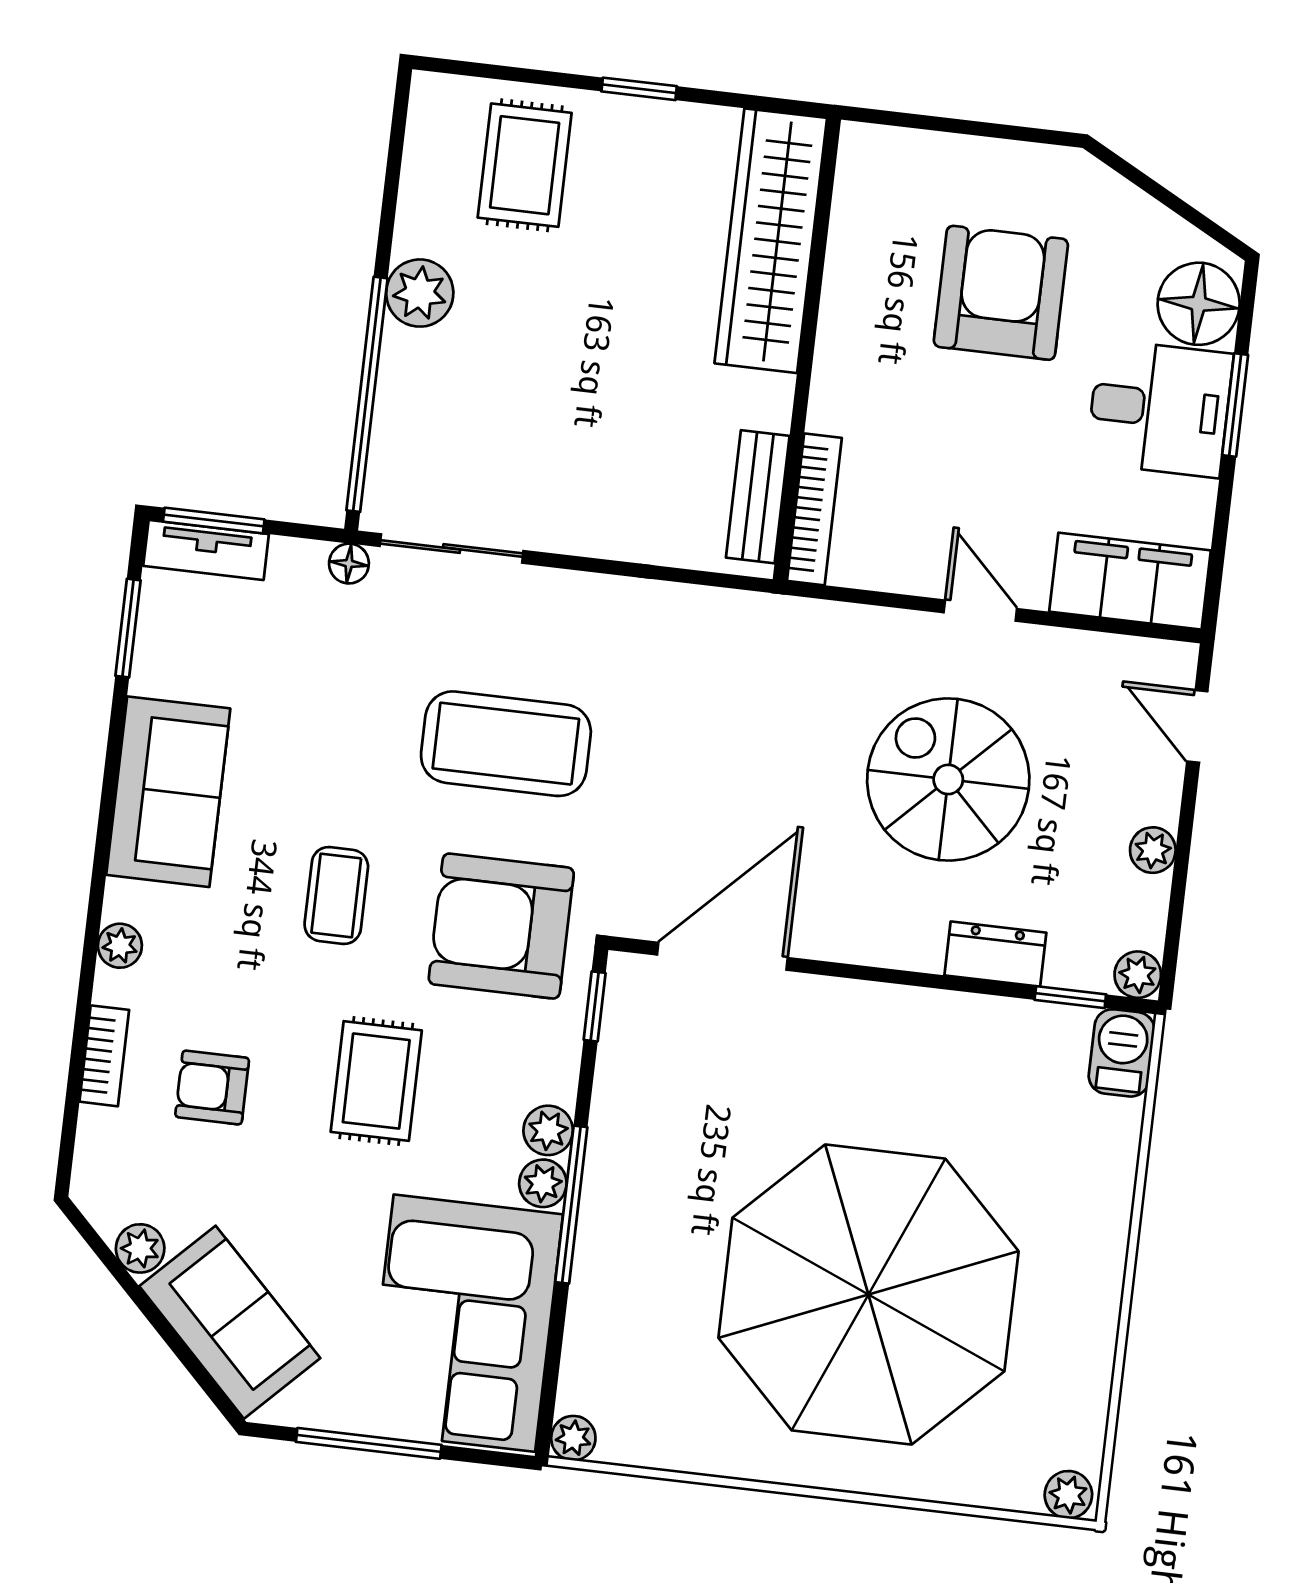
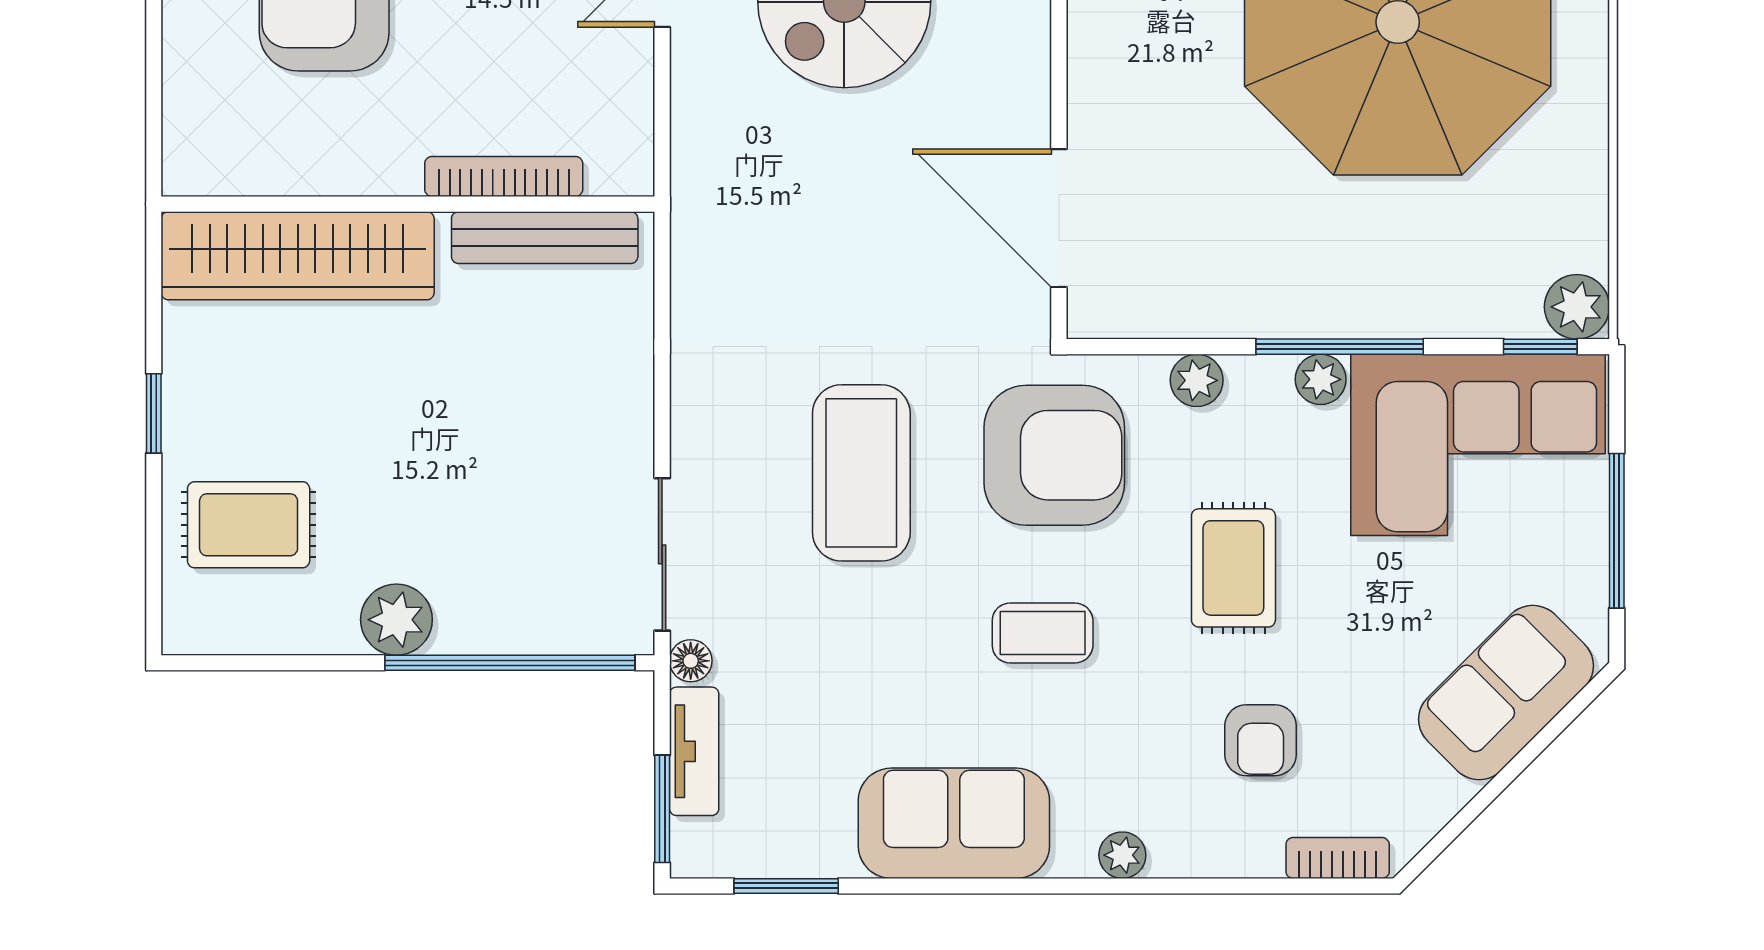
bench: (758, 497) -> (545, 238), width x1.36
bookcase: (814, 509) -> (504, 176), moved
tv unit: (206, 550) -> (694, 751), moved
armchair: (501, 926) -> (1054, 455), turned -90
window: (595, 1006) -> (1540, 347), moved
bookcase: (104, 1056) -> (1338, 858), moved
rug: (376, 1081) -> (1233, 568), turned 90
plant: (548, 1130) -> (1197, 380), moved
plant: (140, 1248) -> (1439, 796), removed
plant: (573, 1438) -> (1577, 307), width x1.38, depth x1.38

